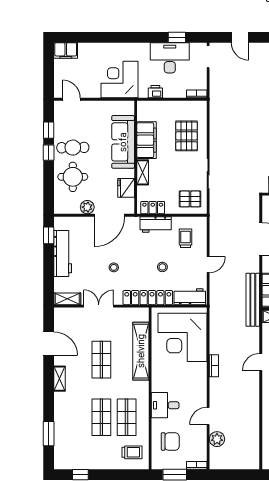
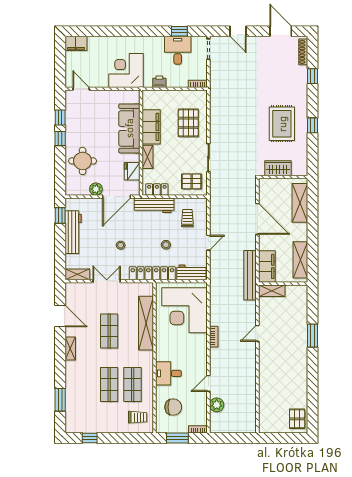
desk: (170, 58) -> (178, 50), width x0.73
cafe table: (73, 148) -> (83, 134), removed
workbench: (156, 224) -> (154, 205), width x1.38

